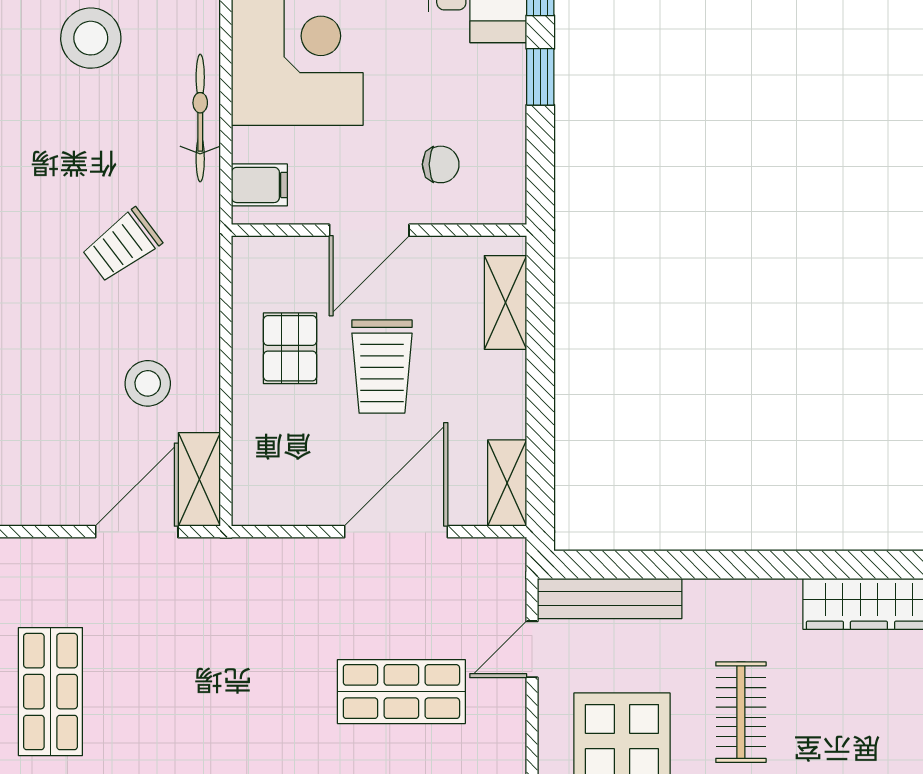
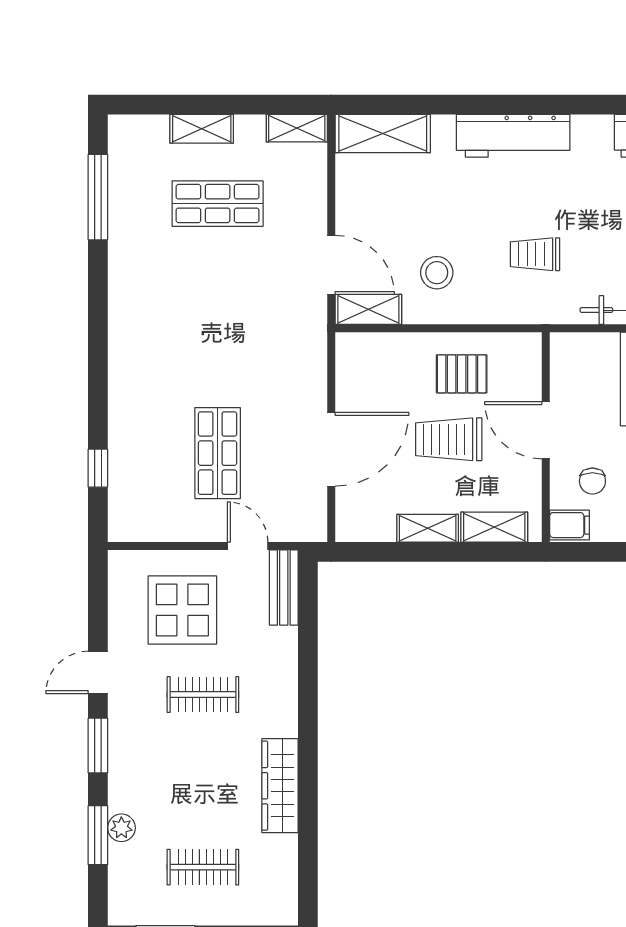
filing cabinet: (259, 185) -> (569, 525), moved, turned -90
trolley: (122, 245) -> (535, 254), turned -53
shelving: (507, 483) -> (428, 528), moved
door: (396, 532) -> (331, 449), hinge flipped
bench: (610, 598) -> (284, 588), width x0.73

